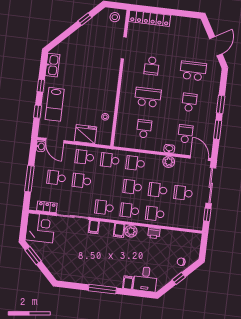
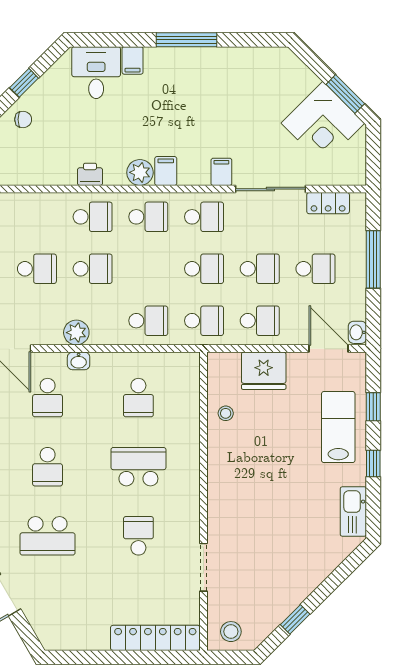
school desk: (148, 97) -> (138, 467), turned 180
school desk: (132, 187) -> (204, 269), moved
corner desk: (40, 228) -> (323, 123), moved, turned -45

